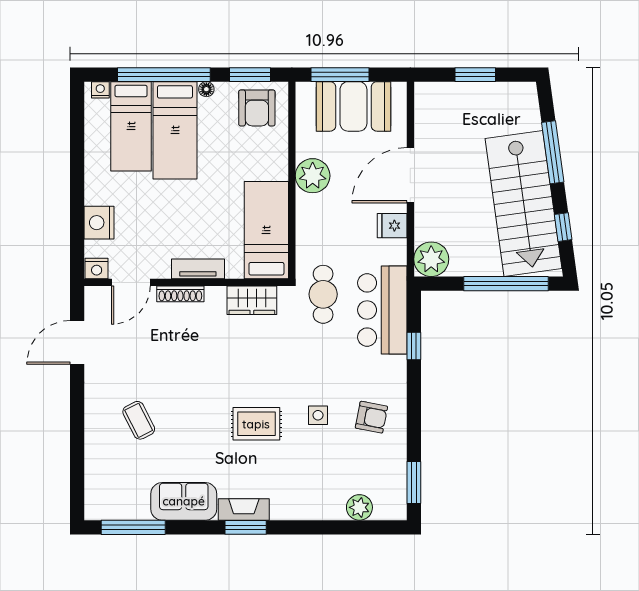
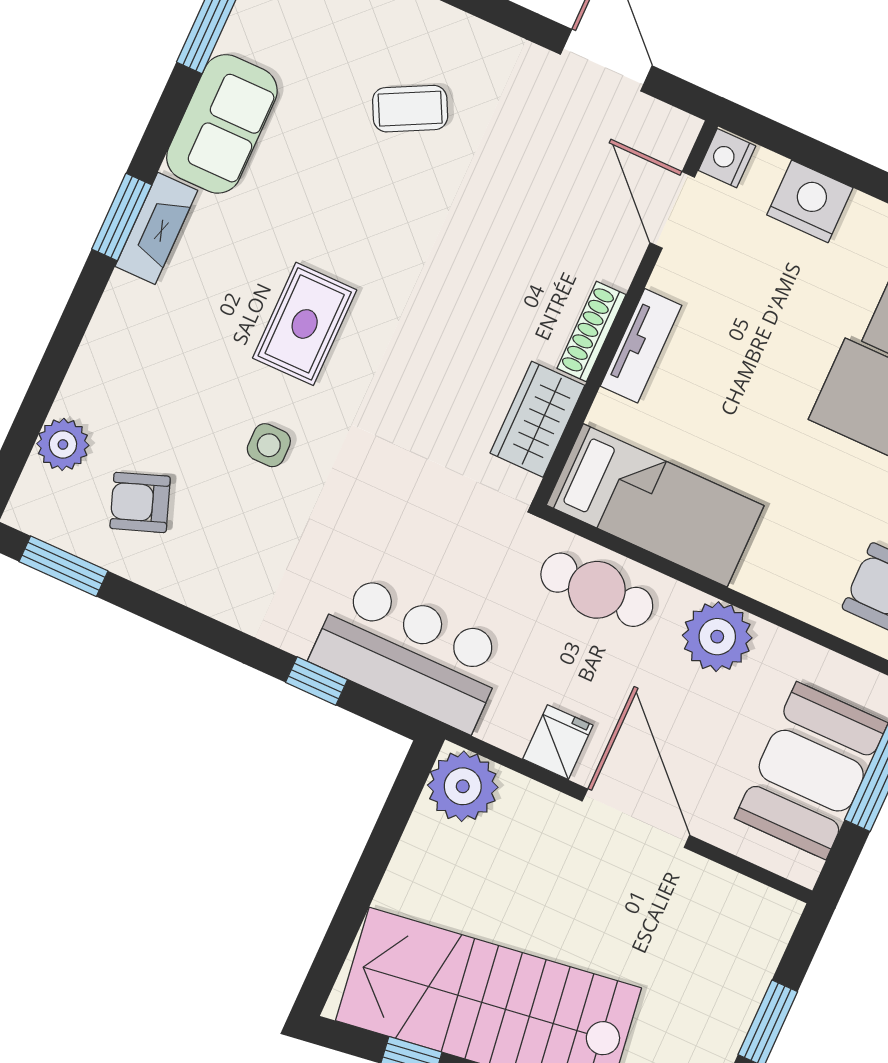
window: (506, 284) -> (355, 905), removed
shoe rack: (180, 294) -> (591, 331), moved
cafe table: (323, 294) -> (597, 590), moved
armchair: (371, 417) -> (140, 502), moved, turned 59

